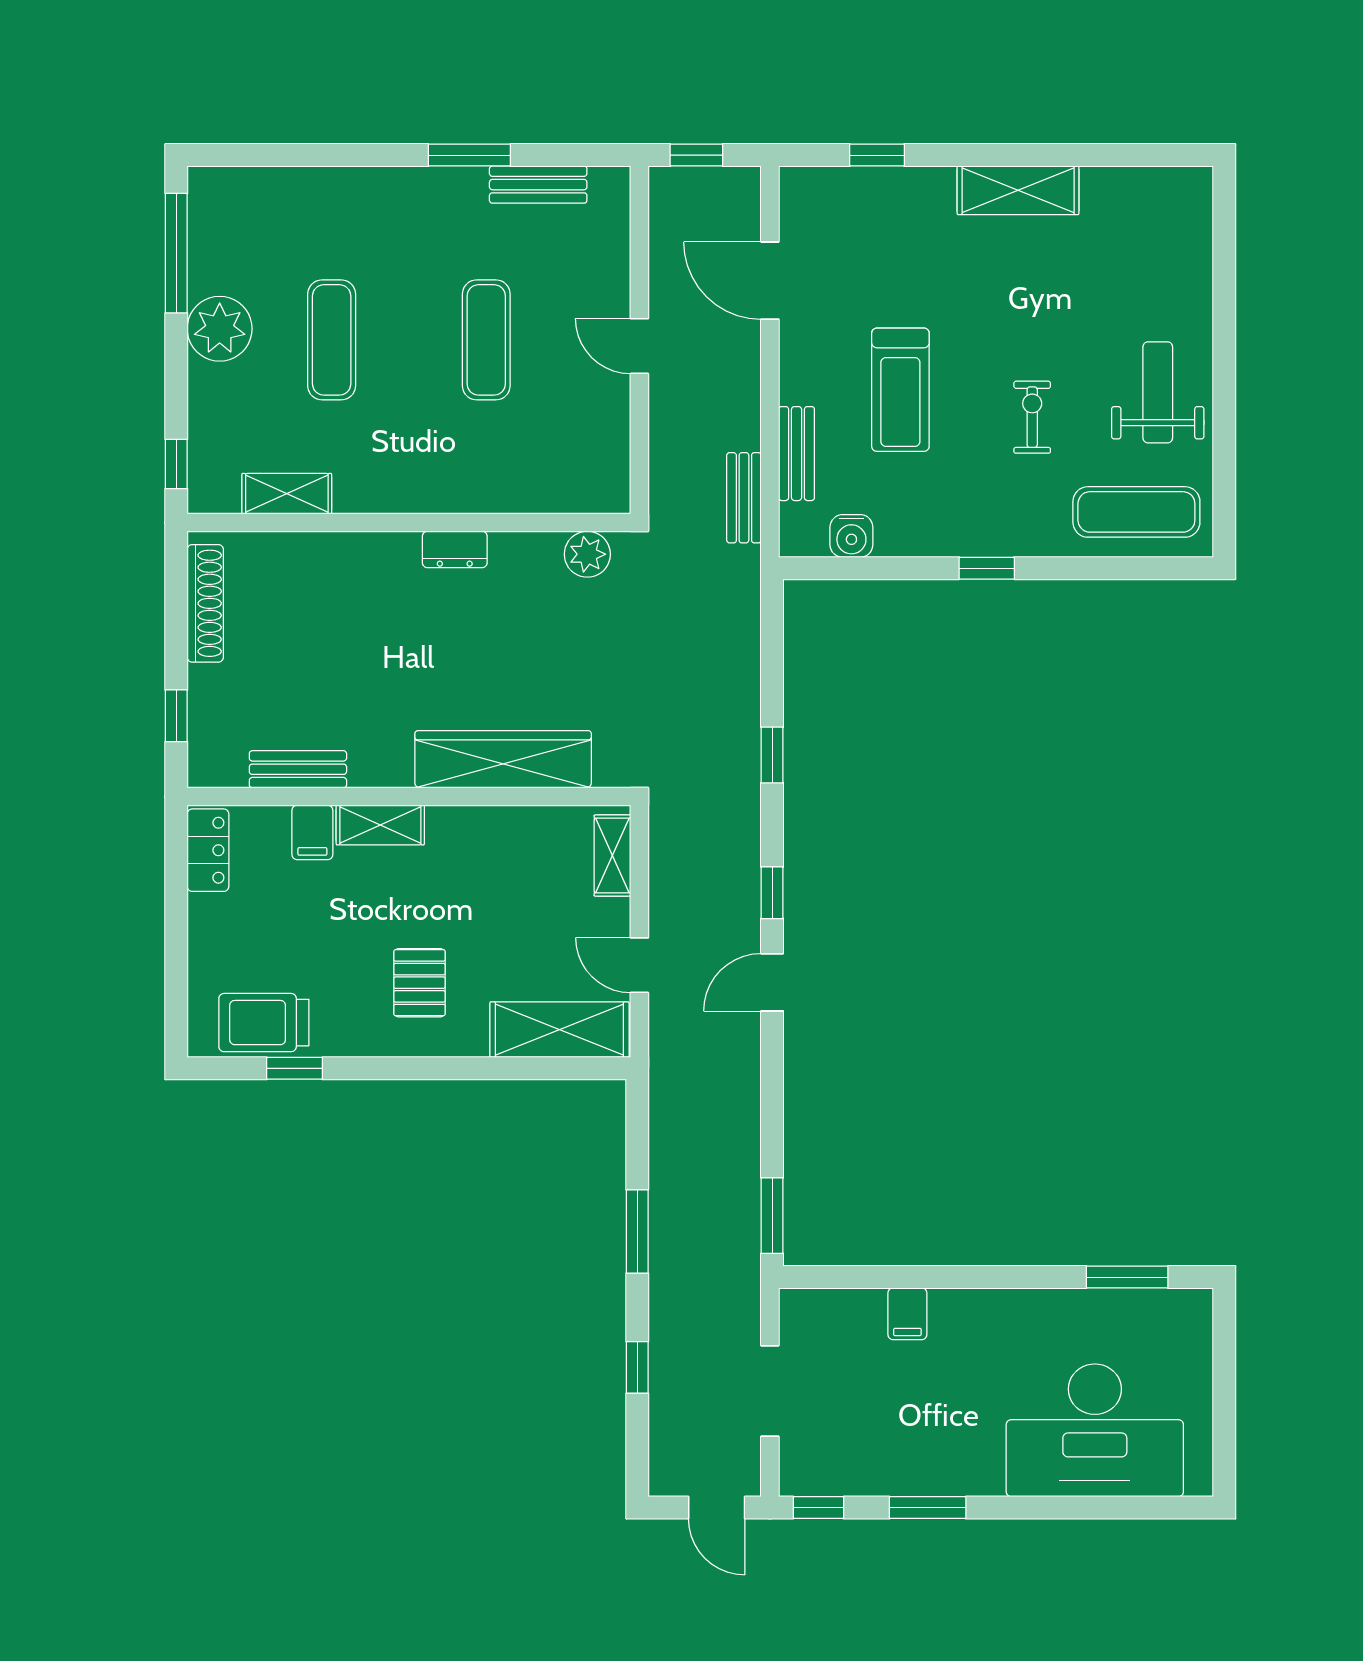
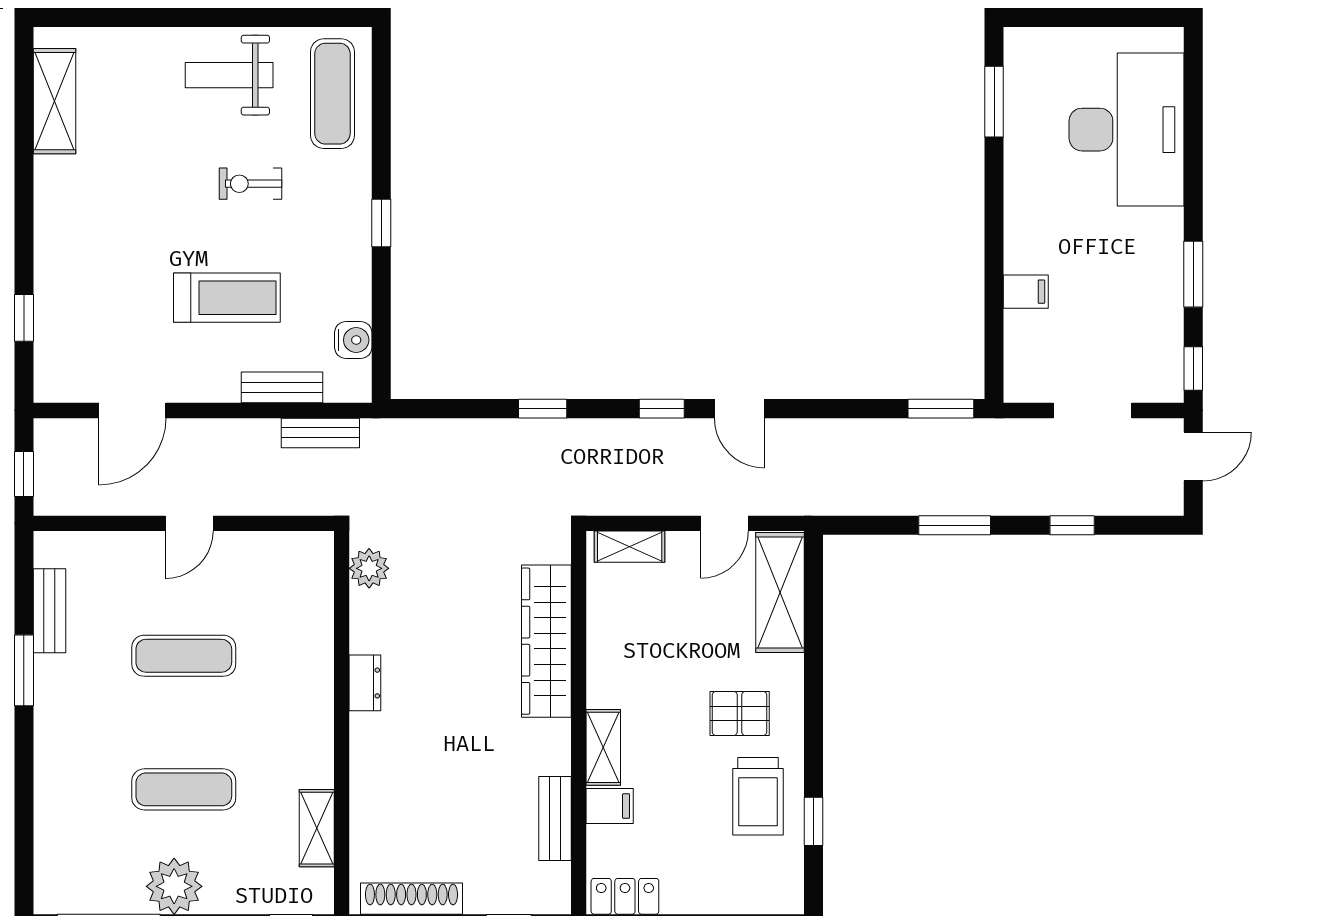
shelving: (1018, 190) -> (54, 101), moved
trolley: (264, 1023) -> (758, 796), moved

